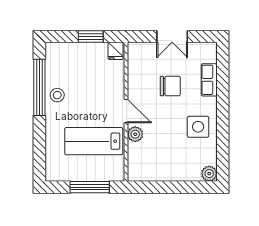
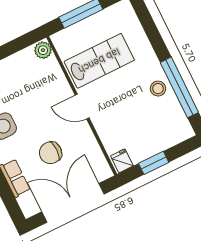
double door: (172, 36) -> (73, 203), width x1.87
plant: (135, 134) -> (43, 50), moved

